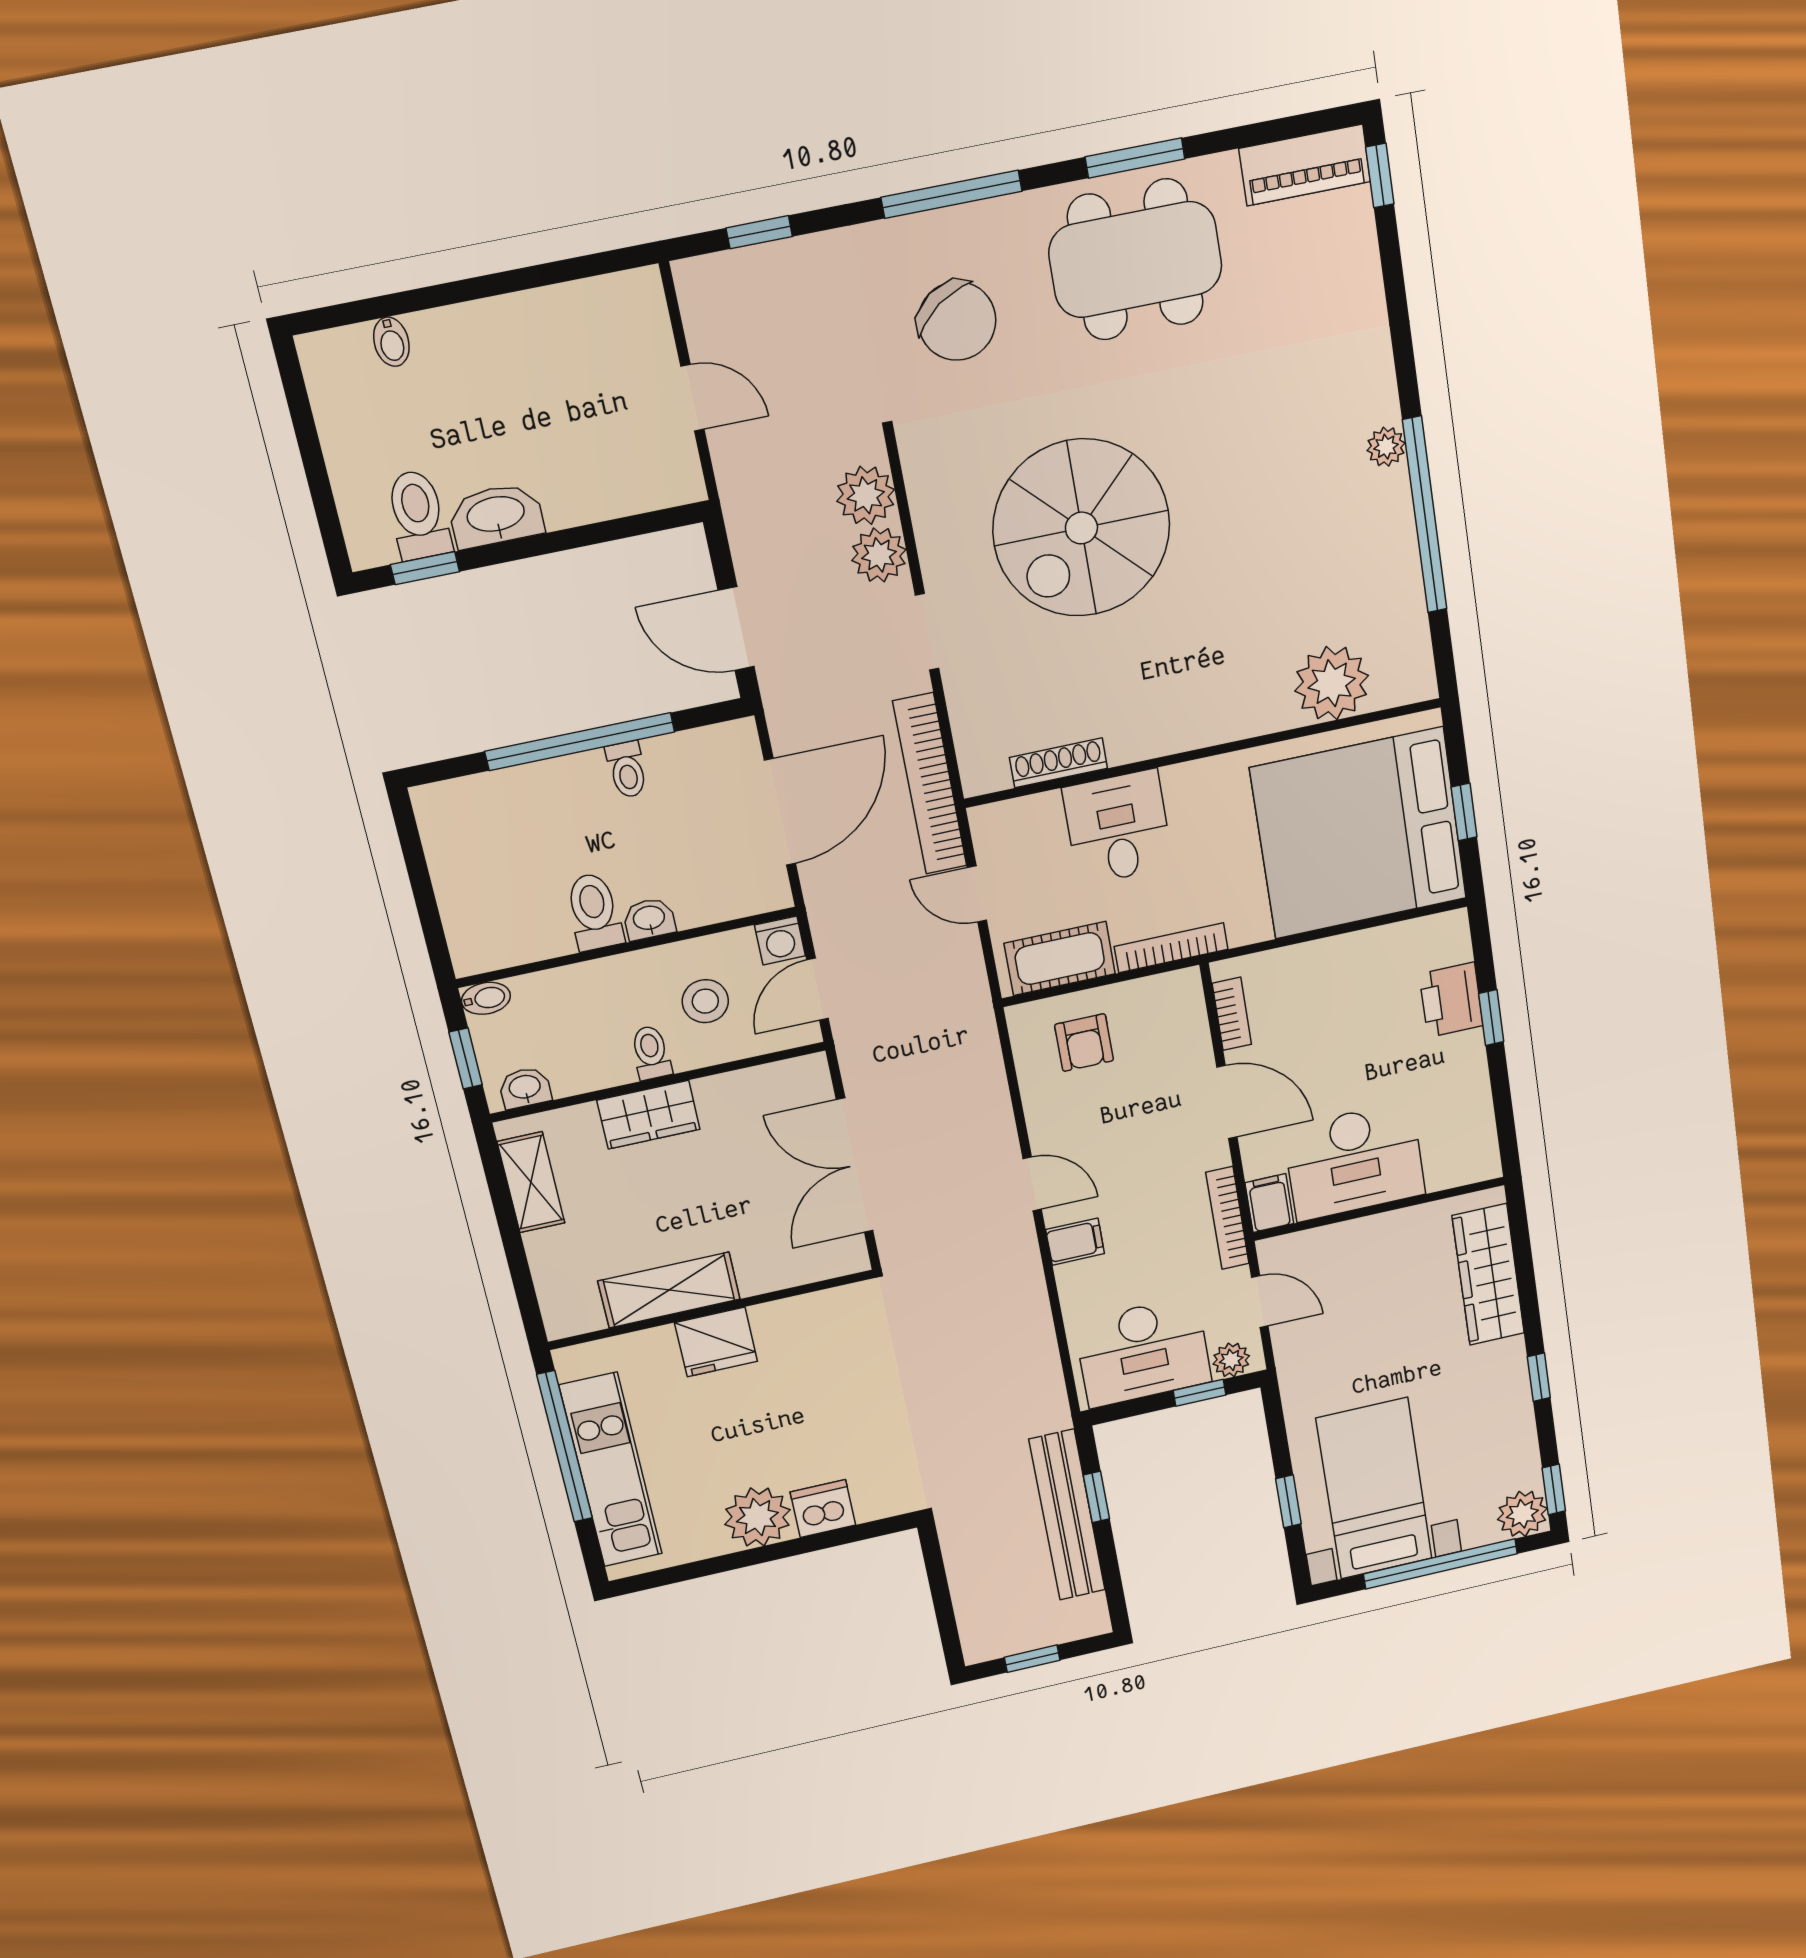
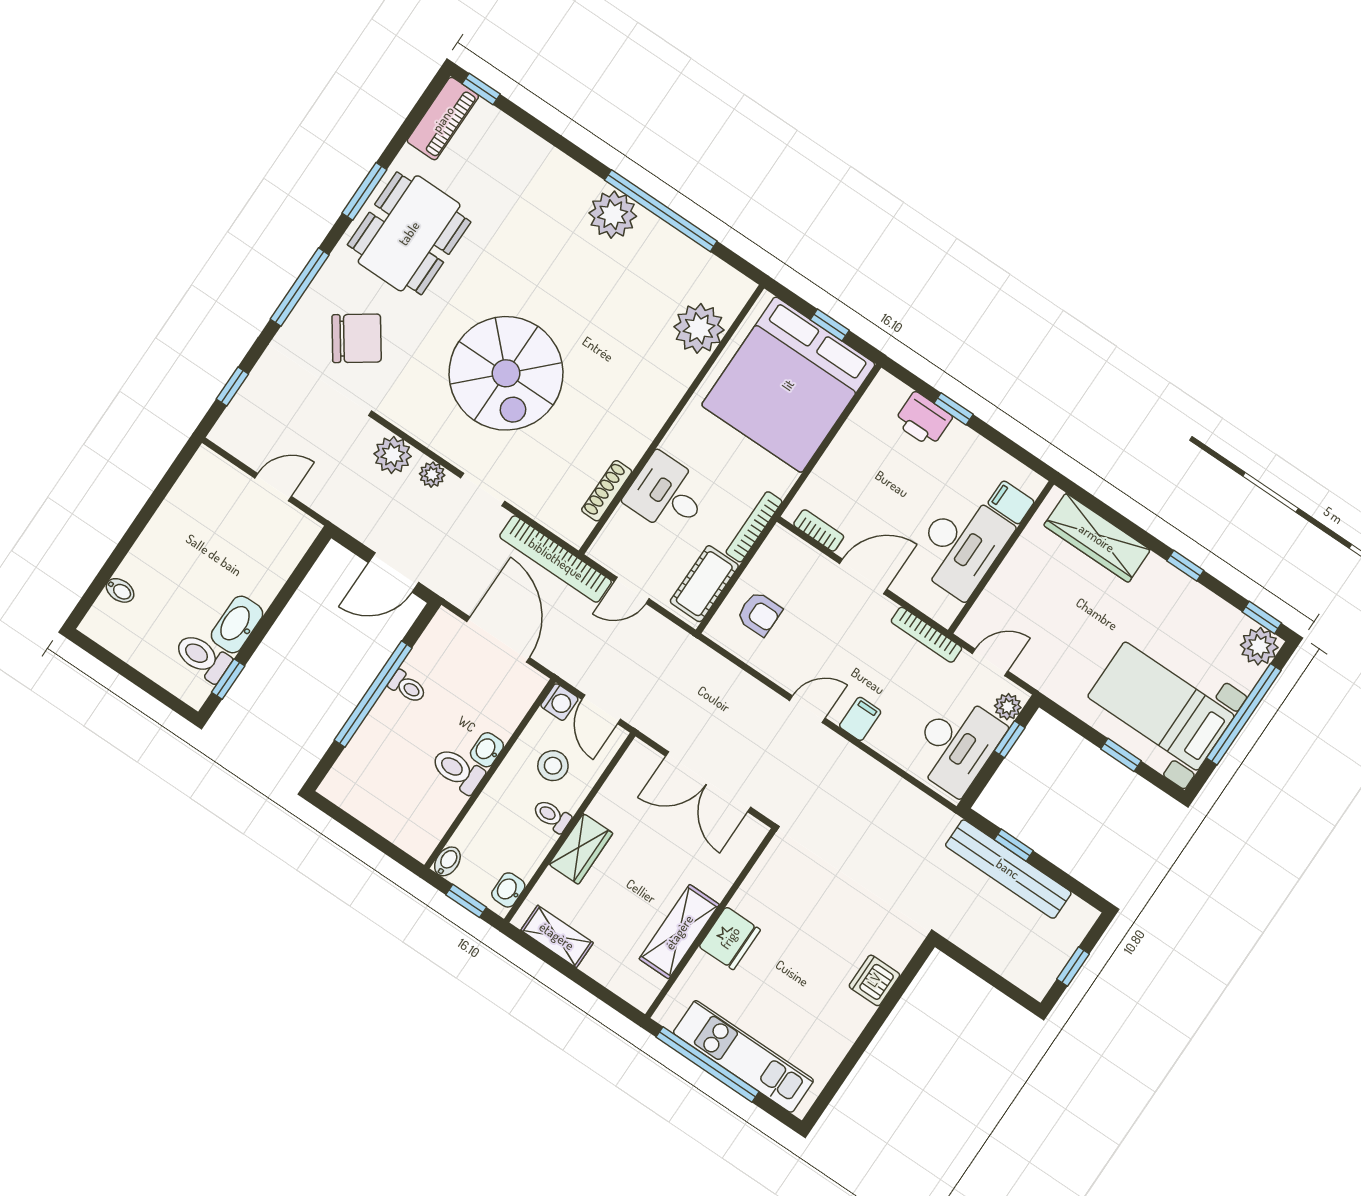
plant: (1386, 447) -> (613, 215), width x1.88, depth x1.88
plant: (879, 555) -> (432, 475), width x0.73, depth x0.73
filing cabinet: (1269, 1203) -> (1011, 502), moved
plant: (757, 1517) -> (845, 1016), removed

